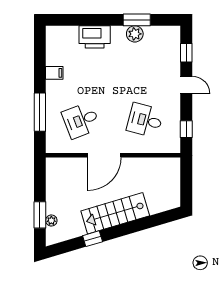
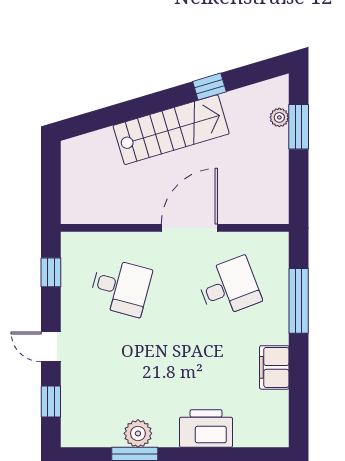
filing cabinet: (54, 73) -> (274, 367), width x2.00

